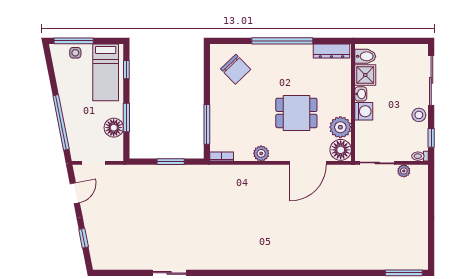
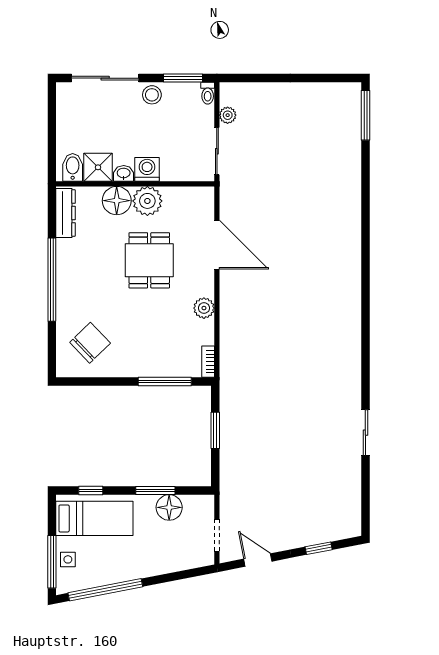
window: (61, 122) -> (105, 590), moved
plant: (340, 127) -> (147, 201), moved
window: (431, 138) -> (183, 78), width x1.50
floor lamp: (341, 150) -> (117, 201), moved

